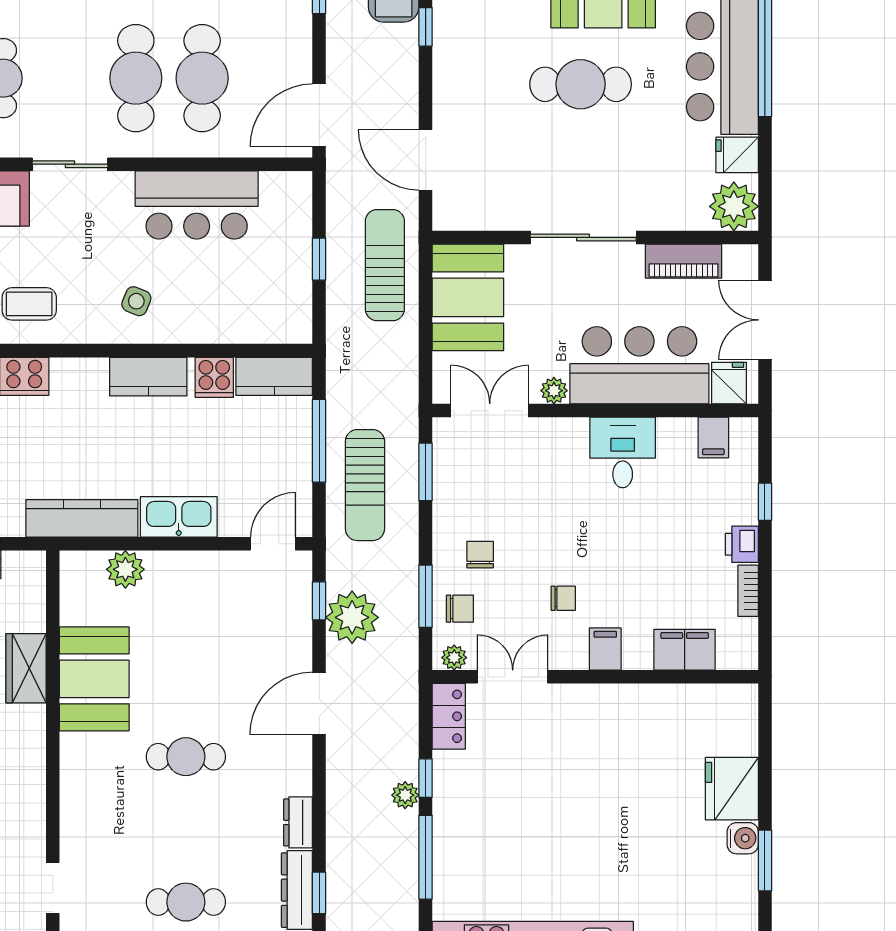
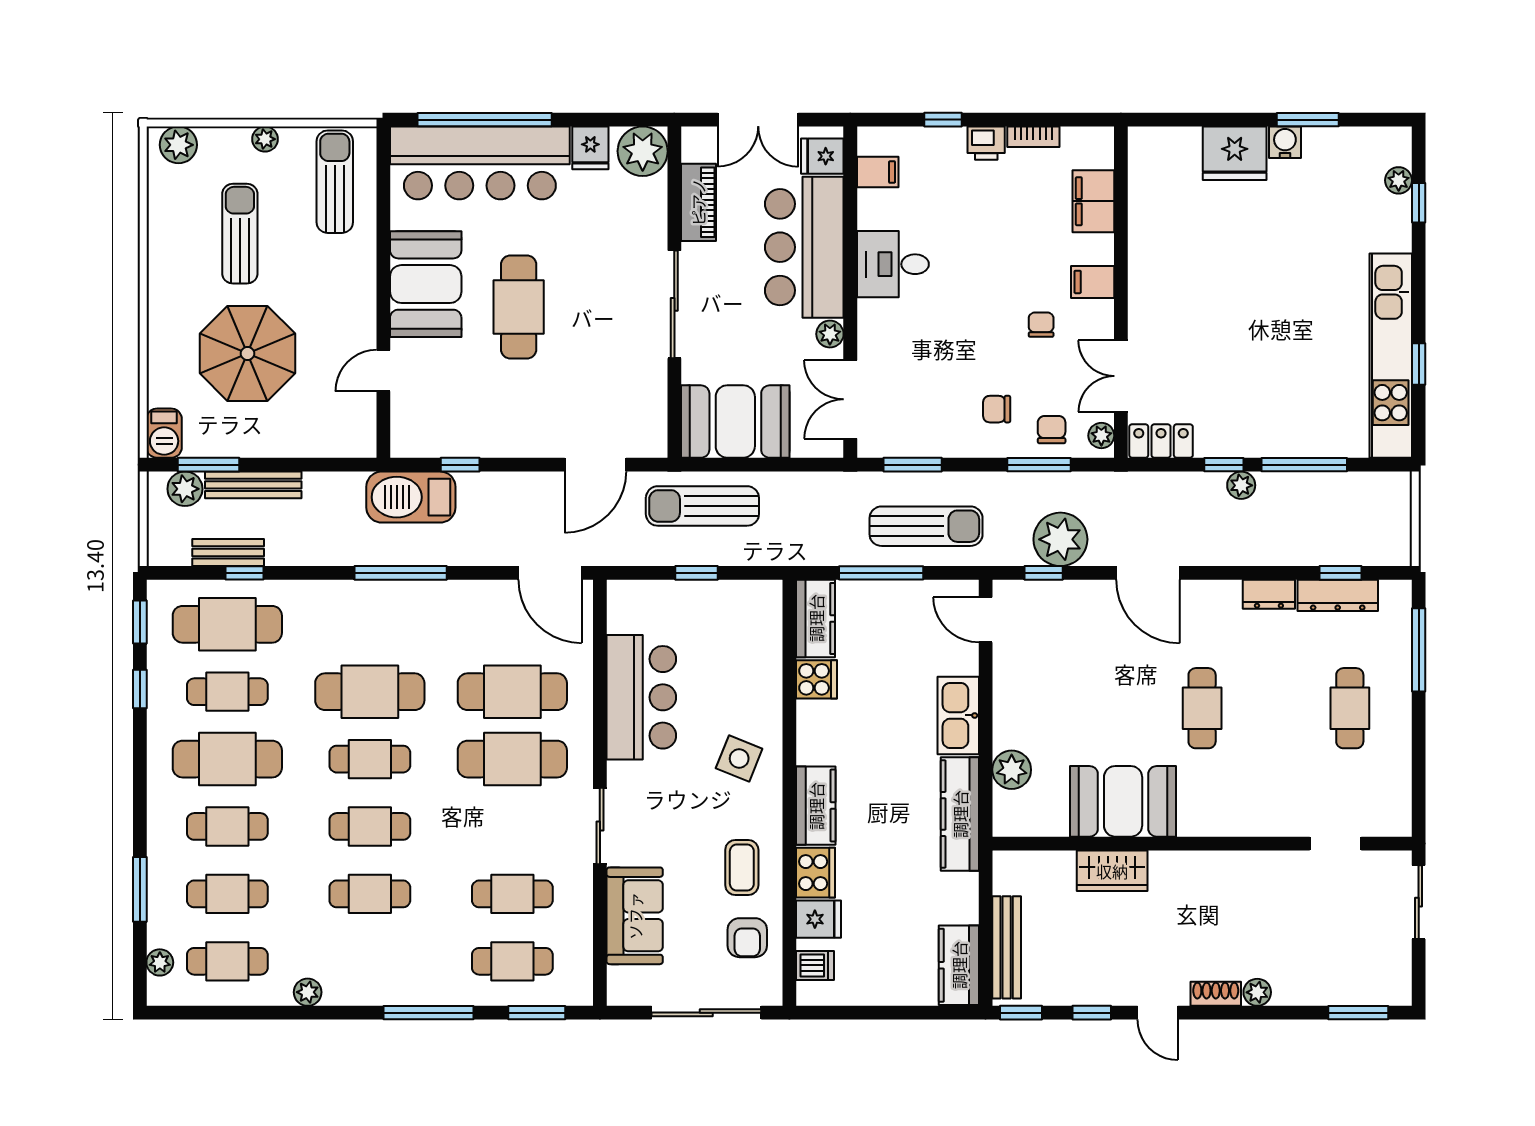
side table: (136, 301) -> (739, 759), width x1.37, depth x1.37
kitchen counter: (148, 377) -> (816, 806), moved

